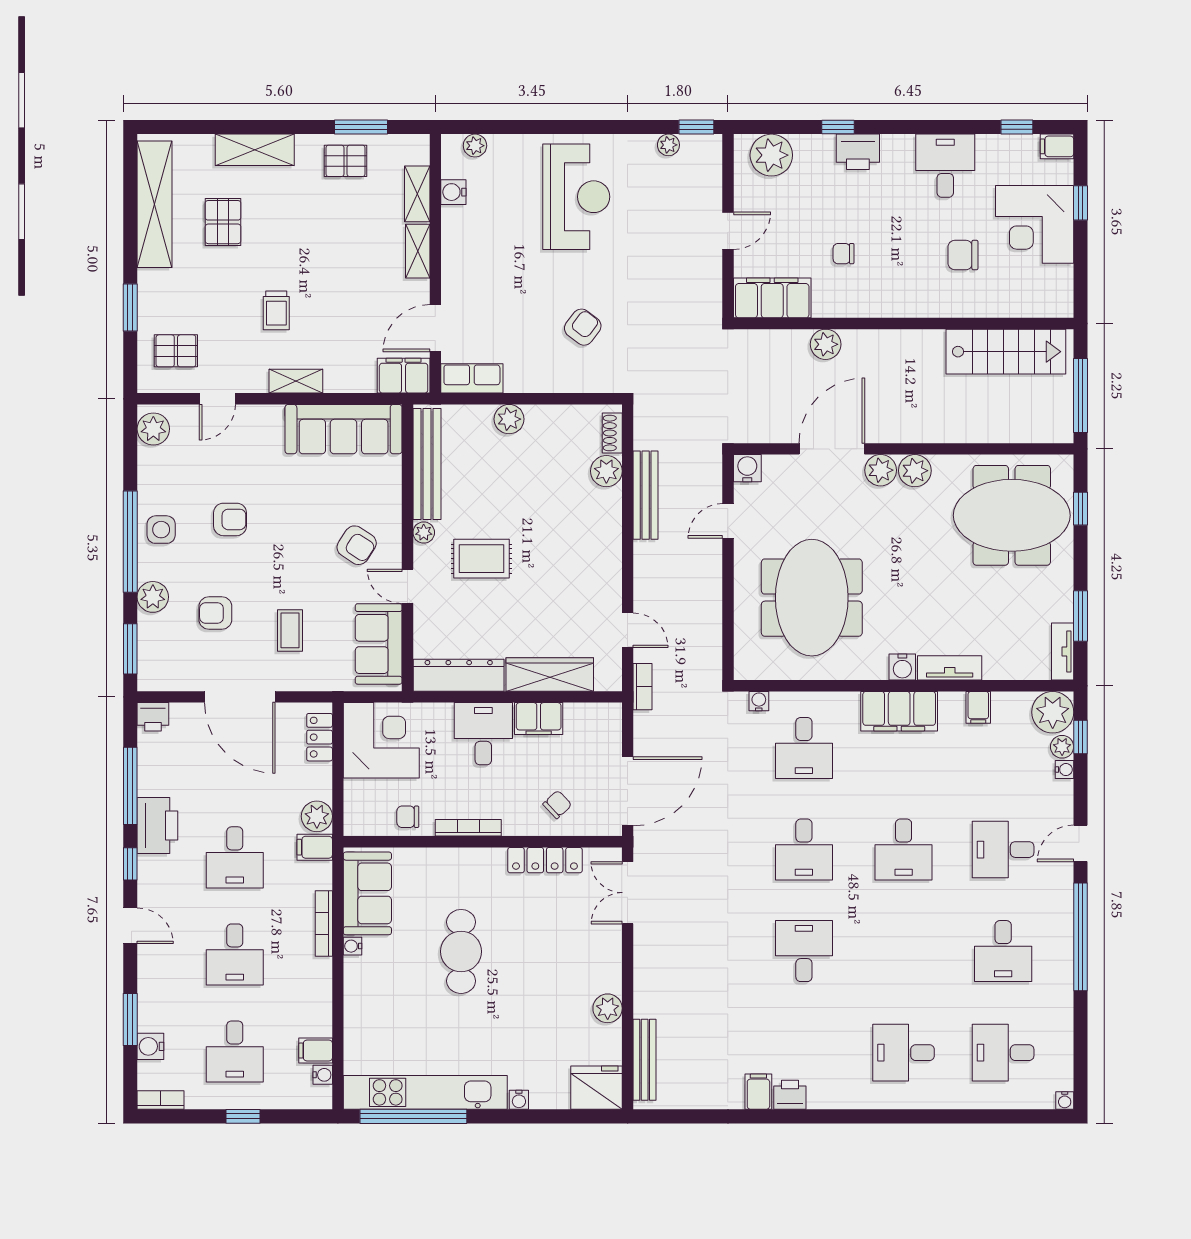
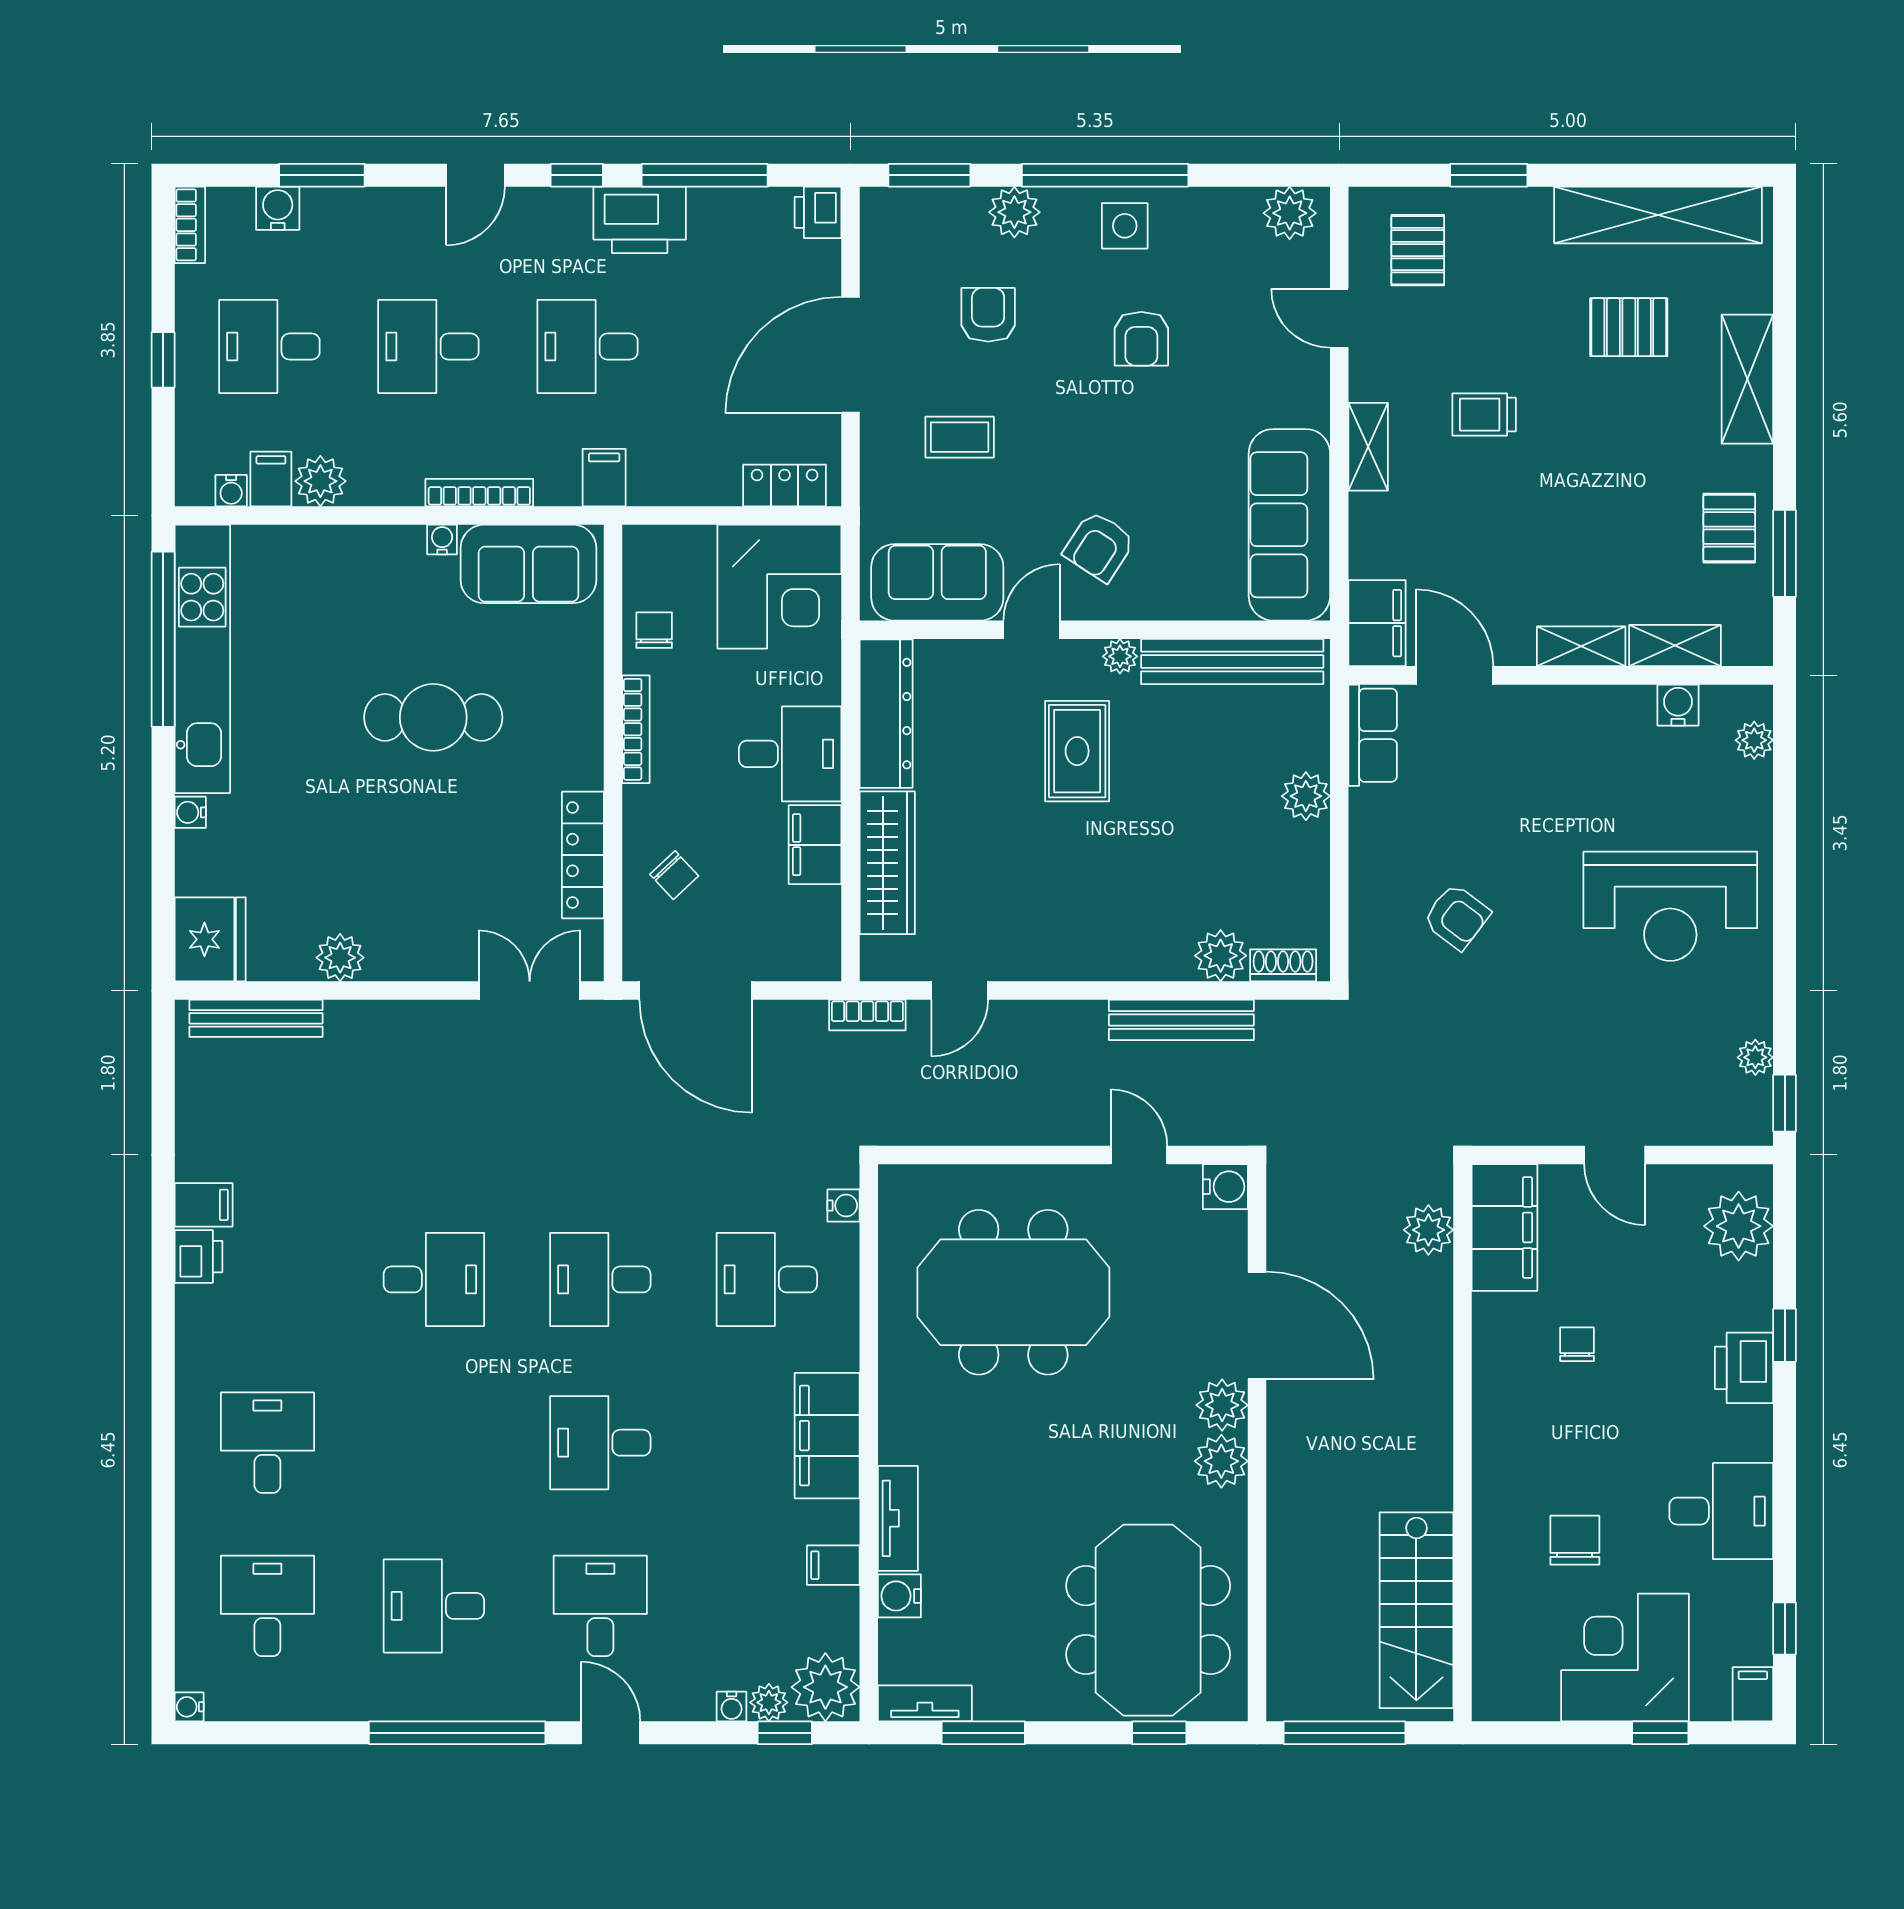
plant: (826, 344) -> (1428, 1230), moved
water cooler: (902, 667) -> (899, 1596), moved
plant: (317, 816) -> (320, 481), moved

